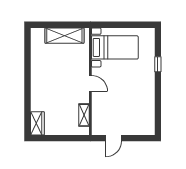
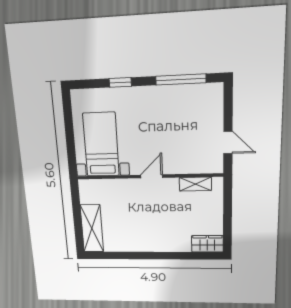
shelving: (64, 36) -> (92, 228), moved
window: (158, 106) -> (181, 79), added

